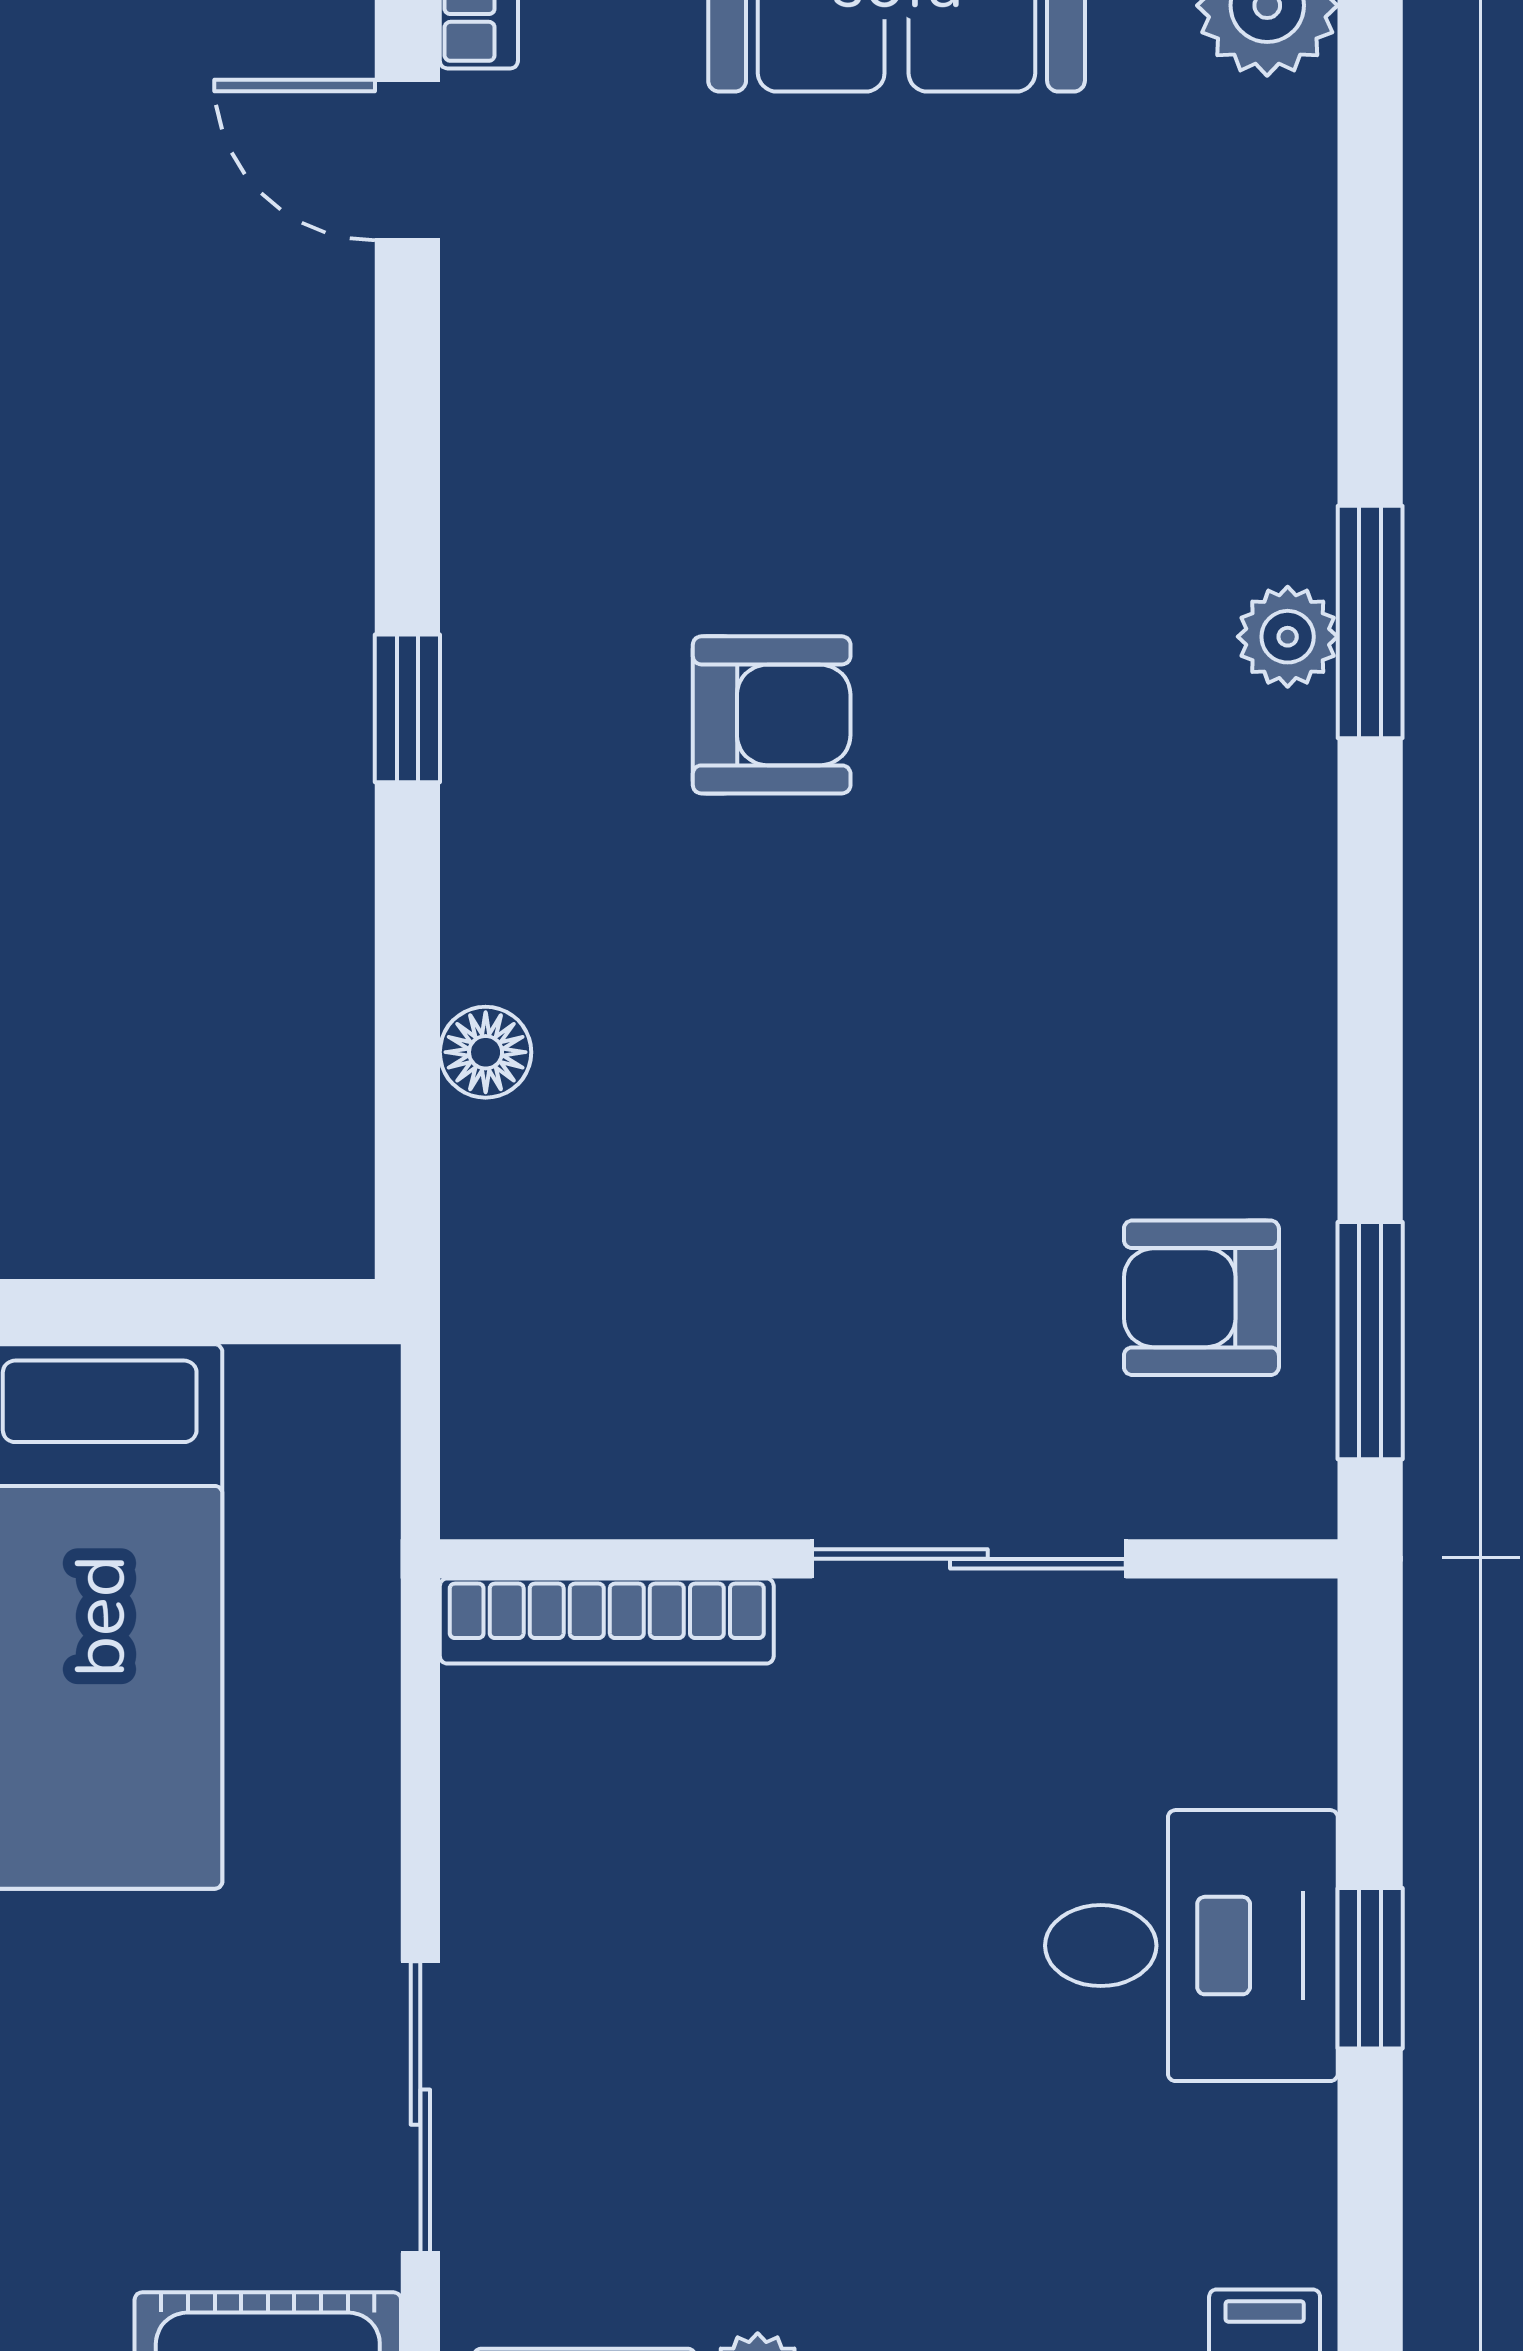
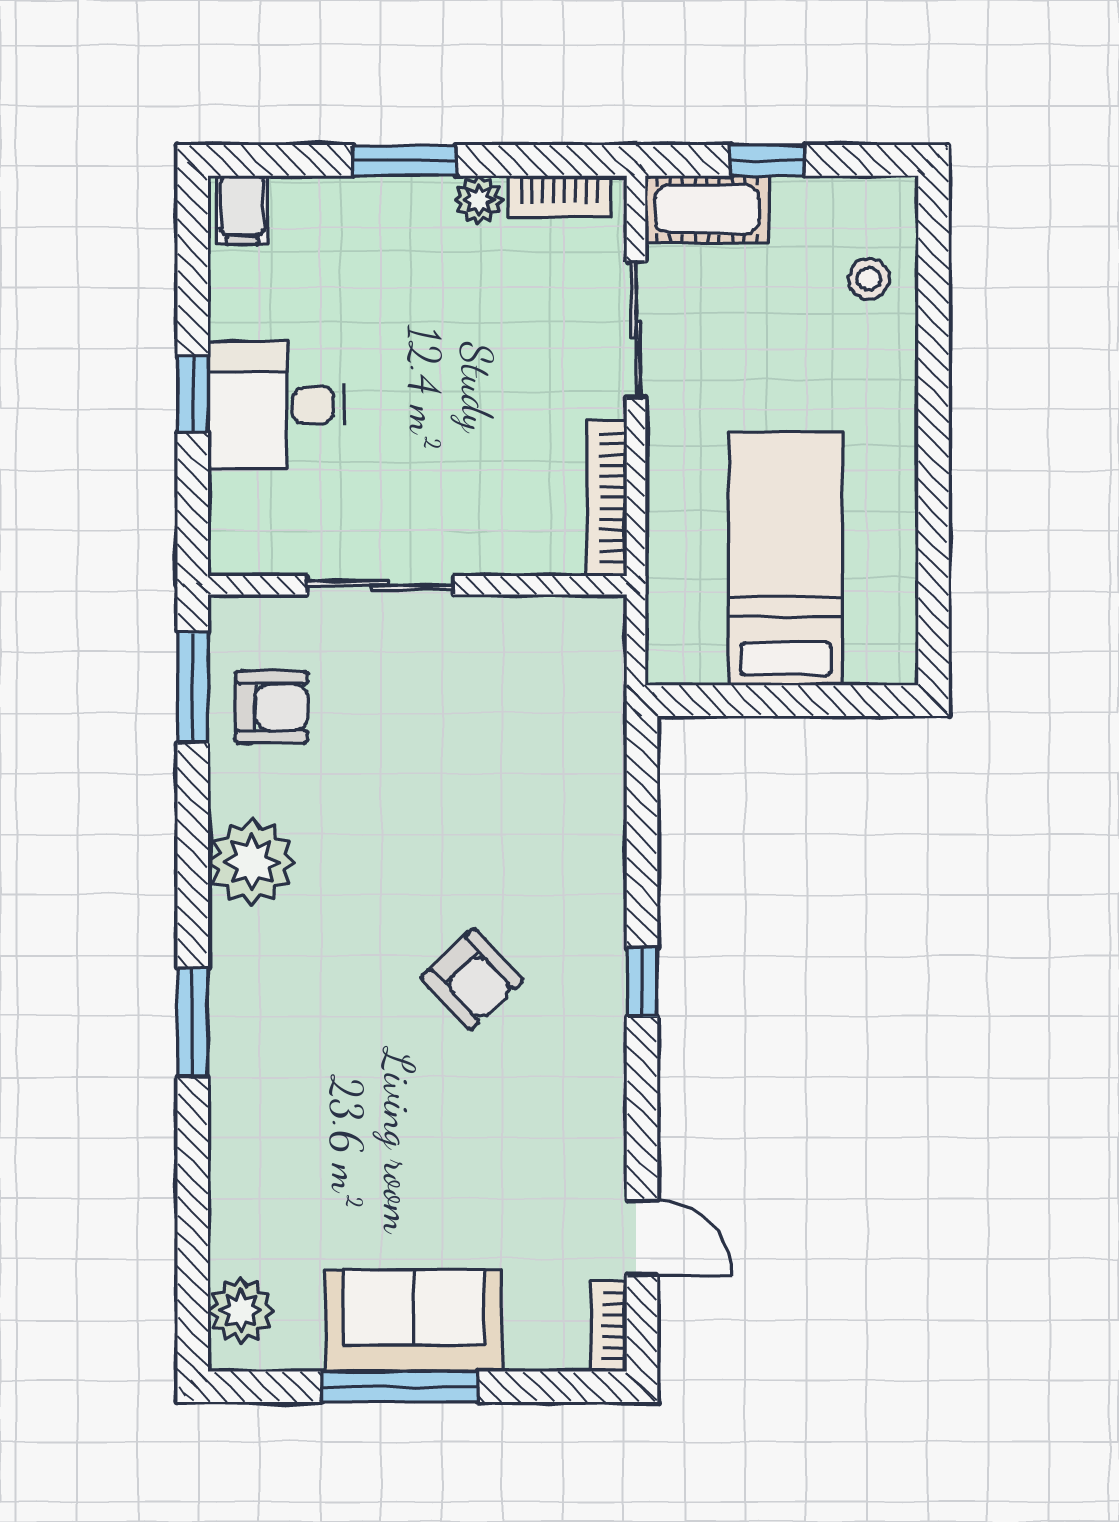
plant: (1288, 637) -> (252, 862), moved, width x1.87, depth x1.87
armchair: (772, 715) -> (472, 979), turned -133
floor lamp: (486, 1052) -> (606, 822), removed
bookcase: (607, 1621) -> (607, 498), moved, turned -90

